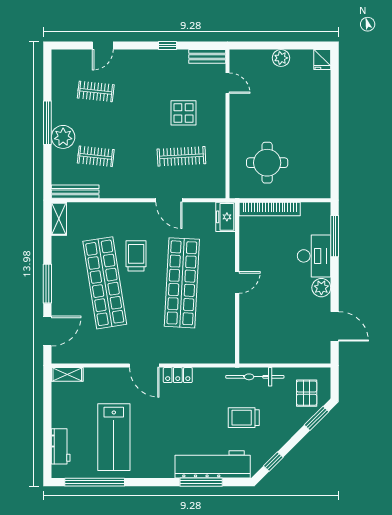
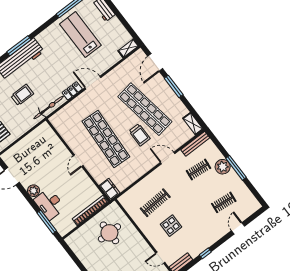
door: (169, 200) -> (168, 158), moved
bicycle: (255, 377) -> (49, 107), moved

